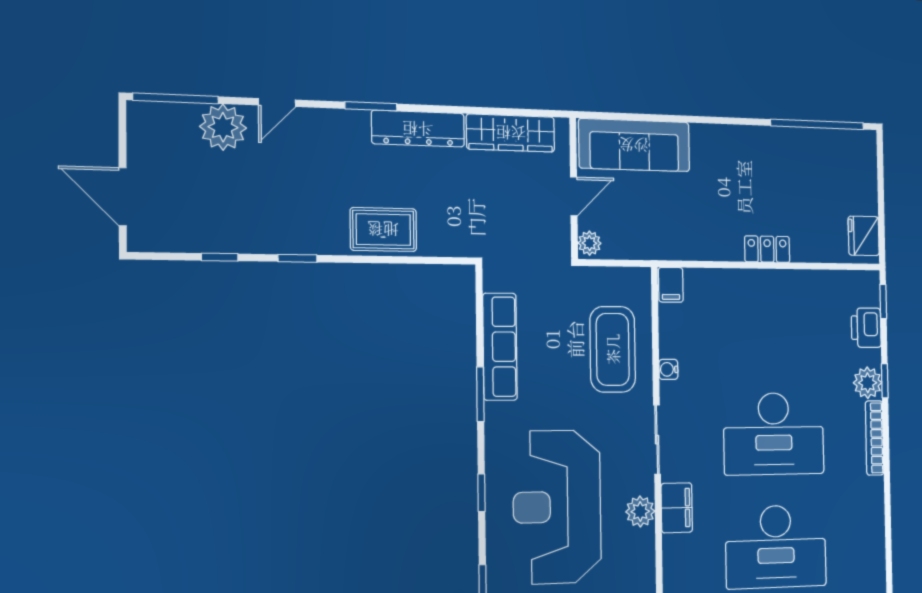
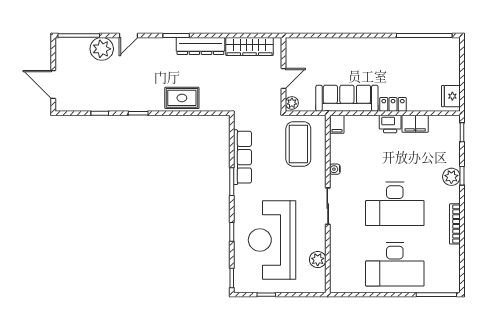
sofa: (634, 145) -> (347, 98), moved, turned 180
printer: (866, 328) -> (390, 124), moved, turned -90
coffee table: (613, 349) -> (298, 144), moved
bookcase: (875, 438) -> (455, 224), moved
filing cabinet: (677, 508) -> (415, 124), moved, turned 90
plant: (640, 512) -> (318, 260), moved

